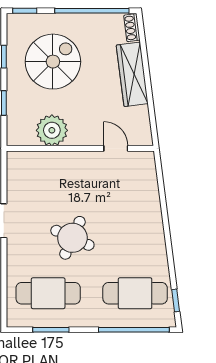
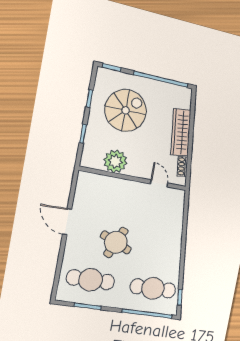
shoe rack: (132, 28) -> (182, 166), moved

